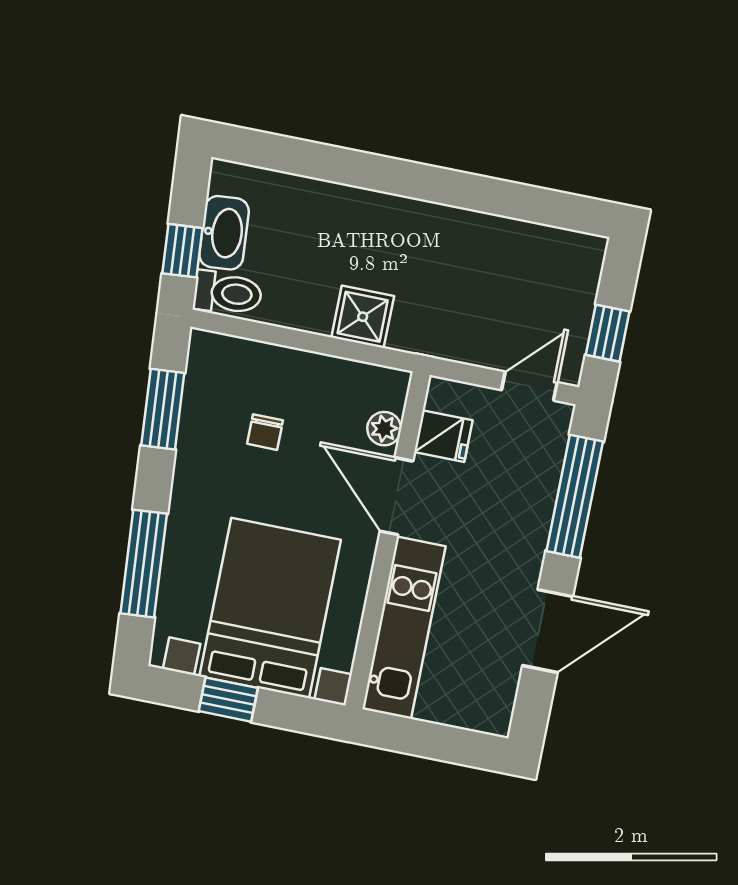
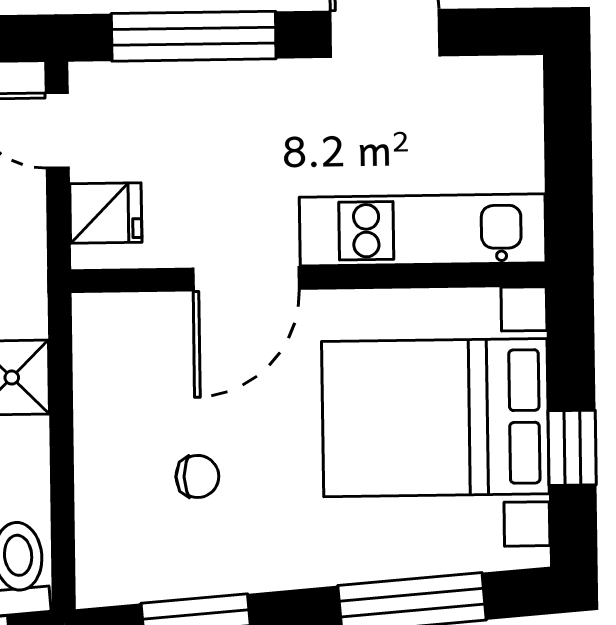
plant: (384, 429) -> (158, 315), removed
fridge: (443, 436) -> (106, 213), moved, turned 90

